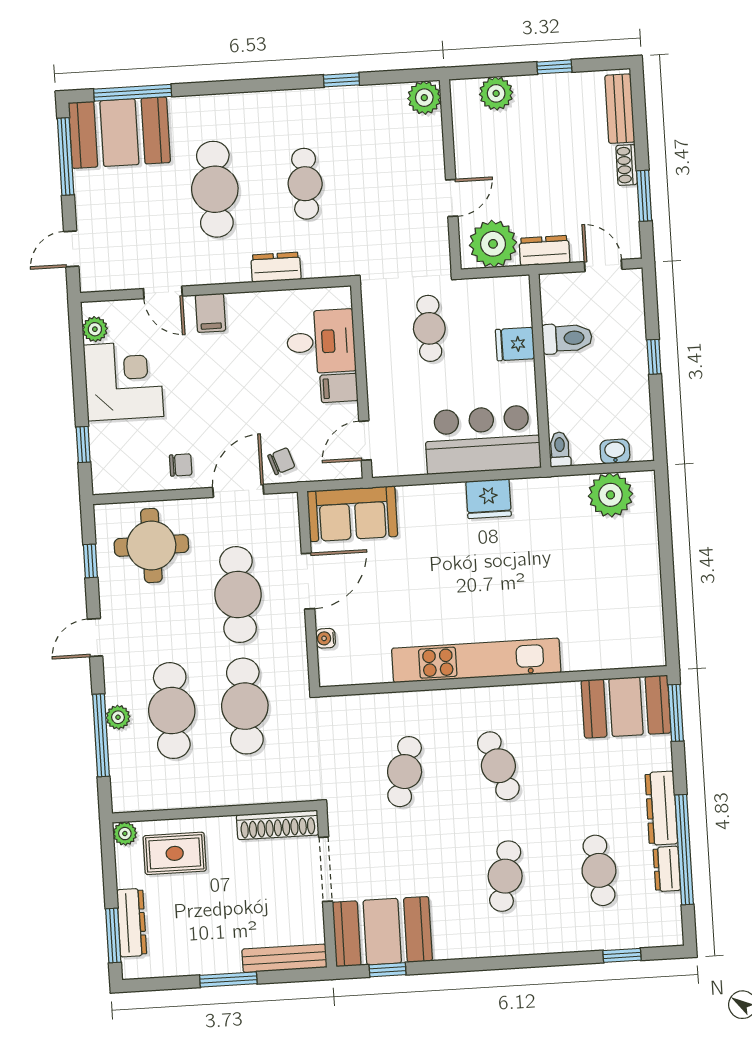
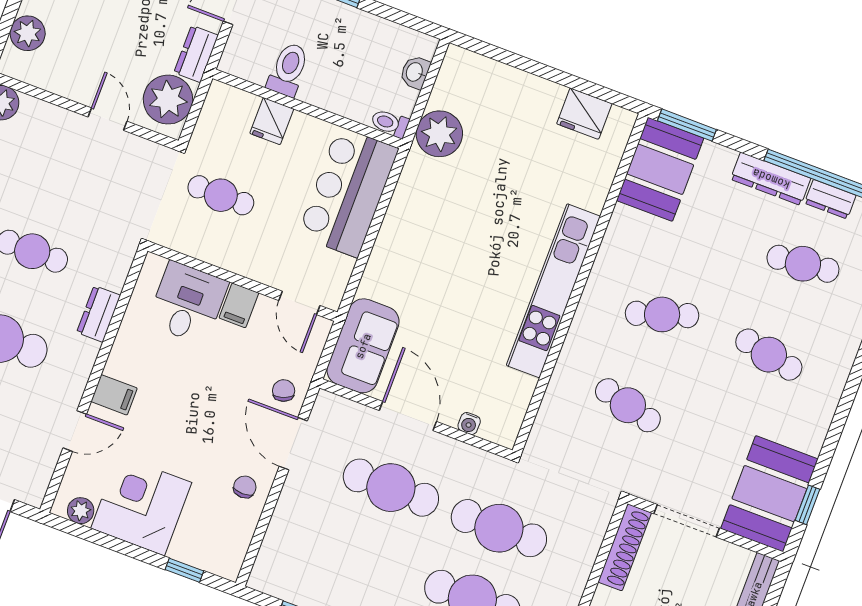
plant: (610, 495) -> (439, 134), moved
fridge: (489, 499) -> (584, 114), moved, turned 90
round table: (151, 546) -> (308, 549), removed

